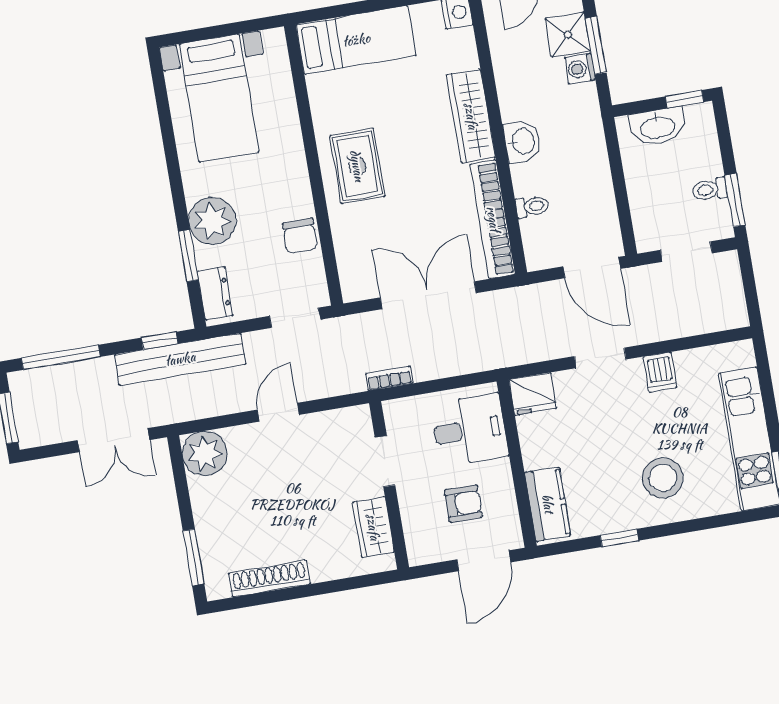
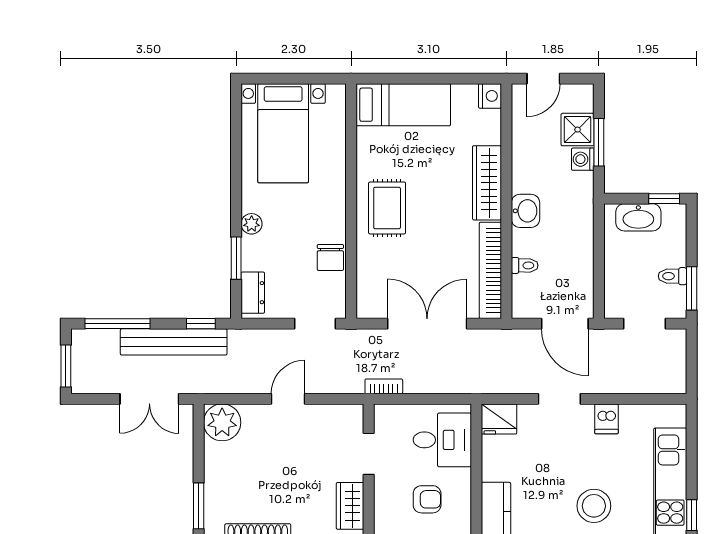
plant: (212, 221) -> (252, 224), width x0.53, depth x0.53
bench: (180, 359) -> (174, 342), moved

